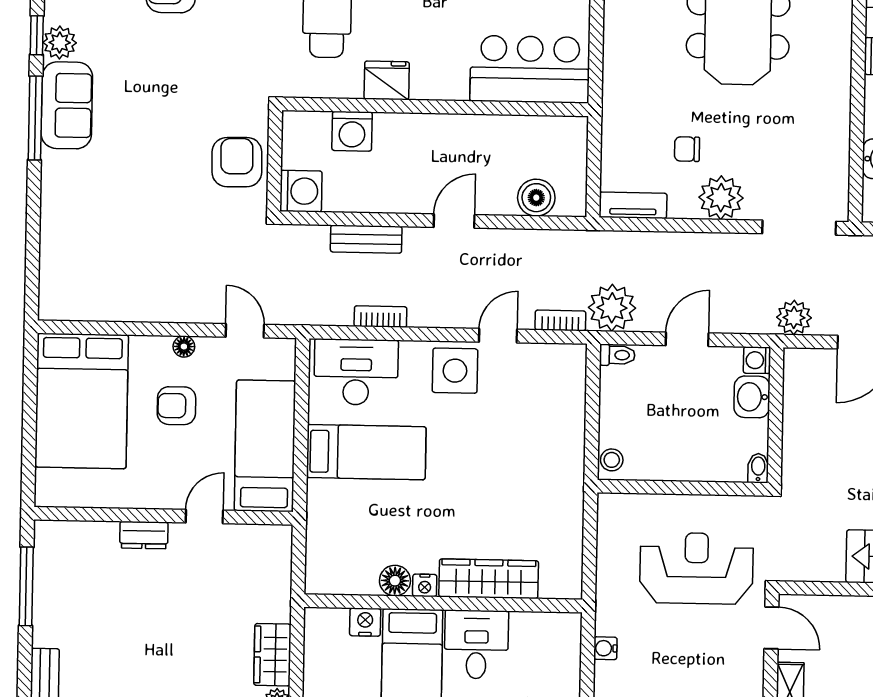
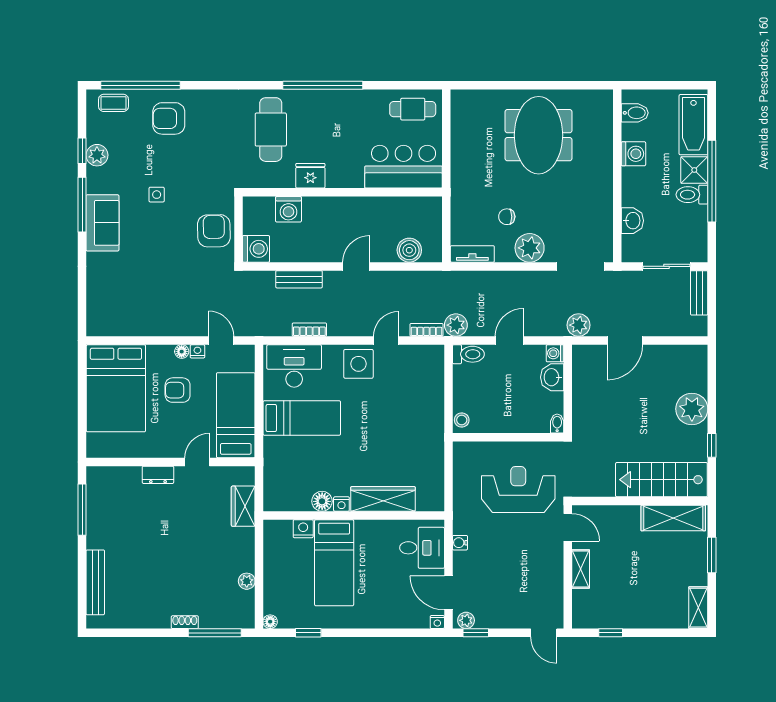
sofa: (67, 105) -> (102, 223), moved
side table: (150, 105) -> (157, 195), added
plant: (612, 308) -> (456, 325), width x0.73, depth x0.73
nightstand: (208, 347) -> (197, 351), added
toilet: (617, 355) -> (468, 354), width x1.37, depth x1.39
desk: (476, 644) -> (422, 548), moved, turned 90
wardrobe: (272, 655) -> (243, 506), moved

